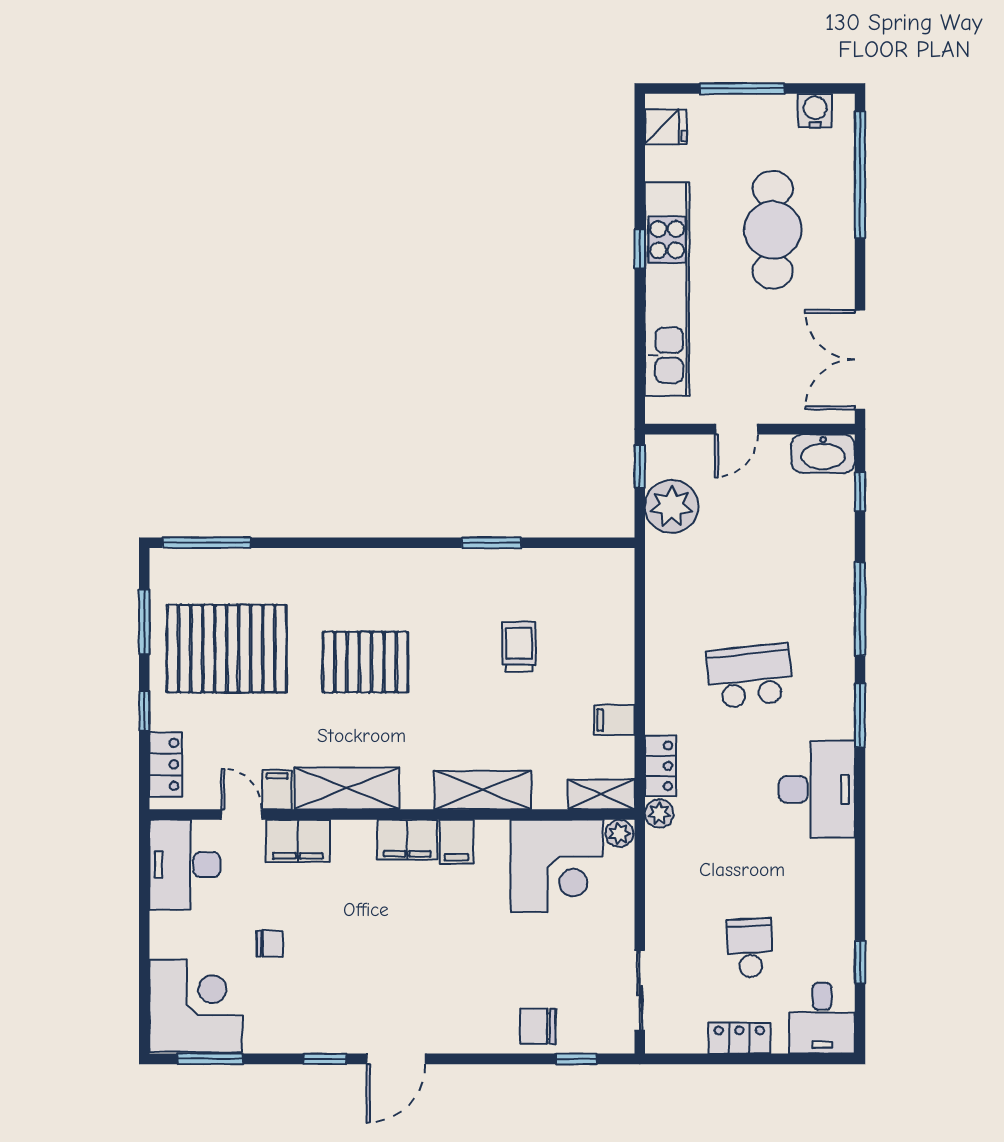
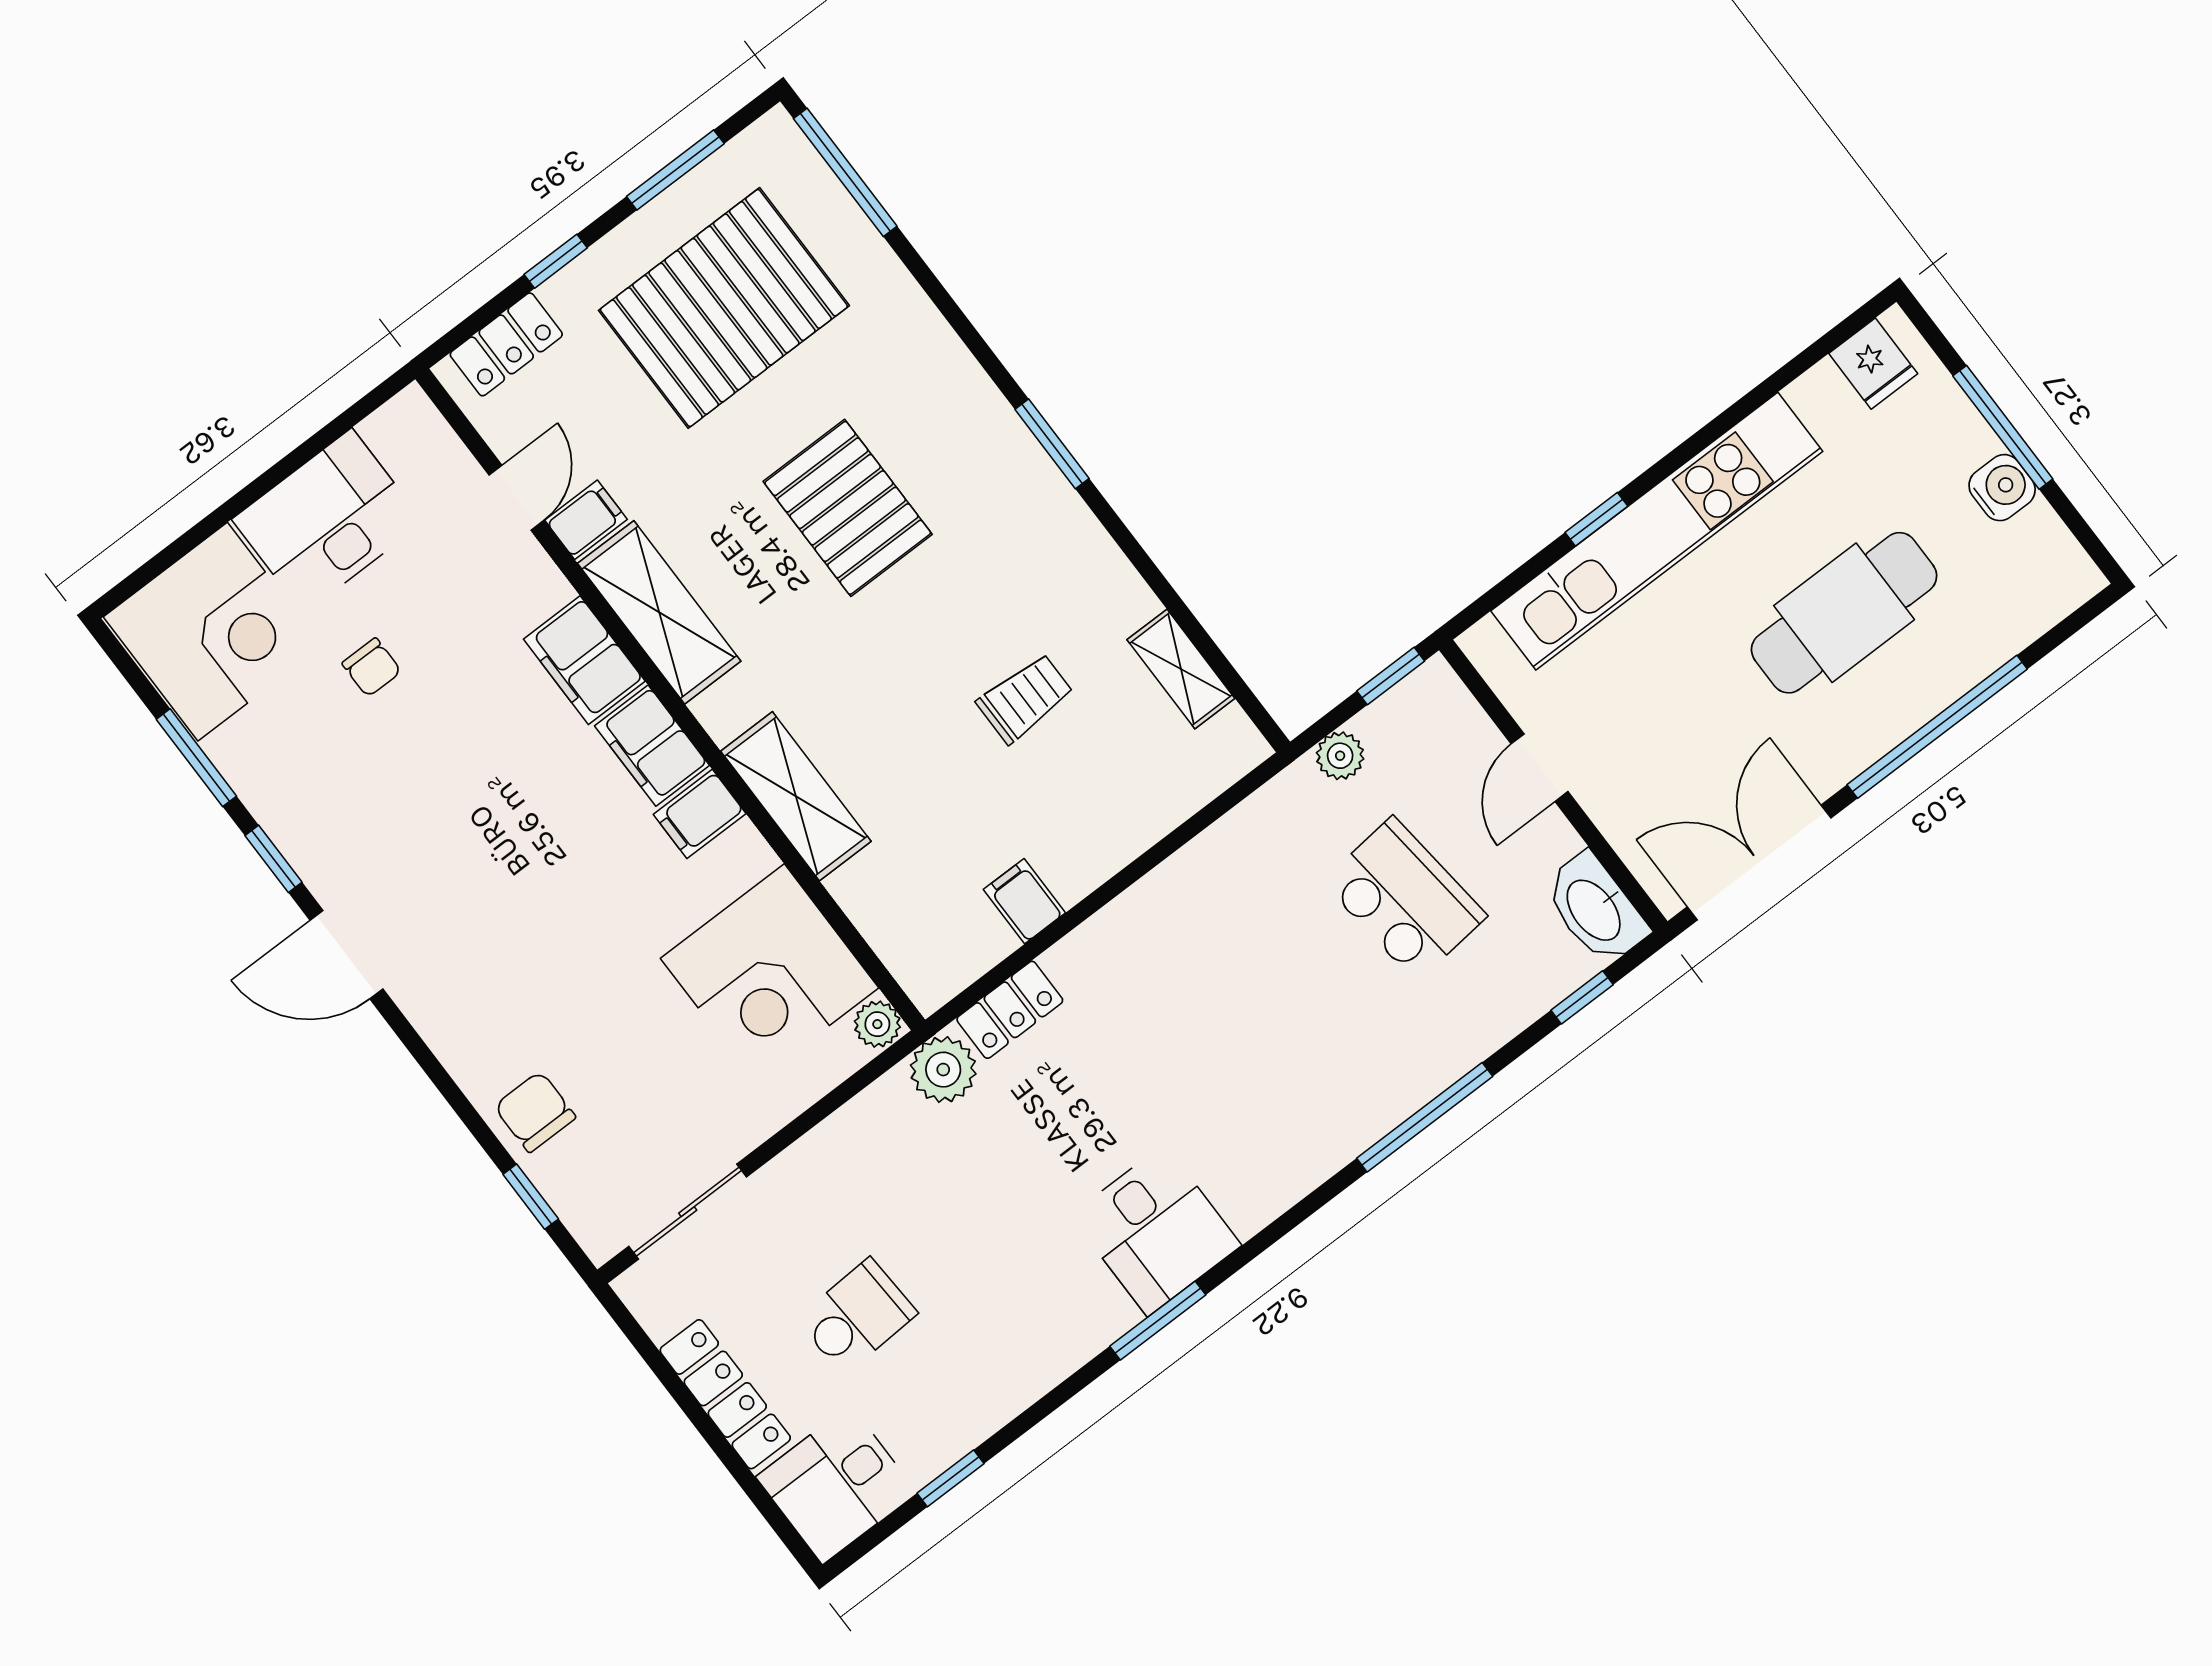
water cooler: (815, 110) -> (2002, 488), moved
window: (860, 175) -> (1937, 727), moved
window: (640, 249) -> (1596, 519), moved
door: (736, 429) -> (1540, 768), hinge flipped
plant: (672, 506) -> (1340, 756), width x0.53, depth x0.53
window: (492, 543) -> (1052, 444), moved
pallet: (227, 649) -> (724, 308), turned 90
school desk: (750, 676) -> (1405, 899), moved
window: (860, 715) -> (1158, 1321), moved
desk: (817, 789) -> (1156, 1230), width x0.73
shelving: (601, 794) -> (1181, 669), moved
plant: (659, 813) -> (943, 1070), width x1.38, depth x1.38
filing cabinet: (298, 841) -> (584, 660), moved
desk: (185, 865) -> (328, 521), moved
locker: (739, 1038) -> (725, 1394), width x1.53
window: (210, 1059) -> (196, 758), moved

